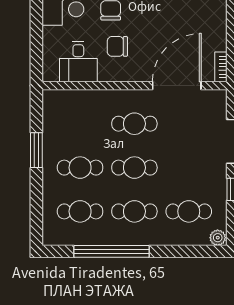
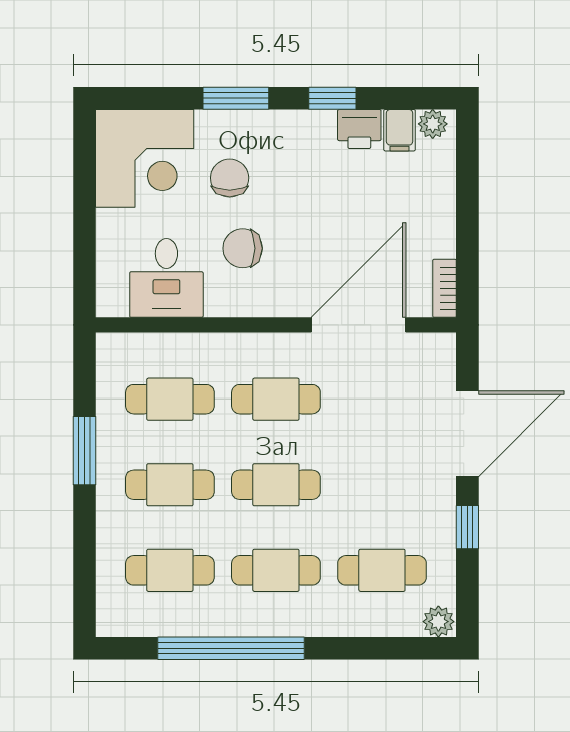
cafe table: (80, 124) -> (170, 399), added

